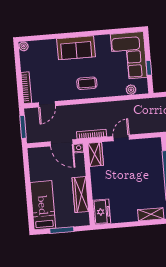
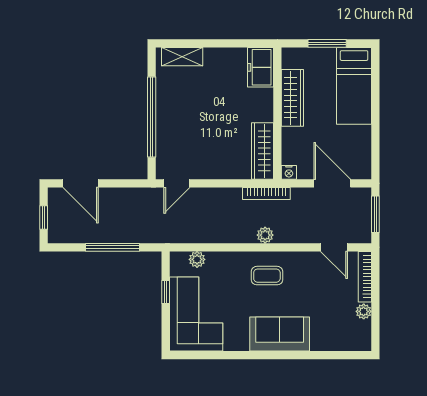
plant: (24, 46) -> (364, 311), moved
door: (47, 104) -> (334, 247), swing flipped
plant: (90, 108) -> (265, 235), added
door: (121, 138) -> (177, 183), moved
door: (62, 143) -> (332, 183), moved
wardrobe: (96, 154) -> (262, 151), width x1.50

